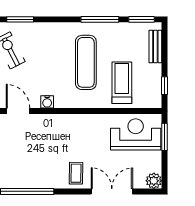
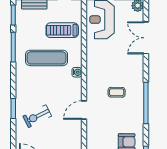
water cooler: (47, 102) -> (77, 72), moved
coffee table: (76, 173) -> (117, 92), moved

